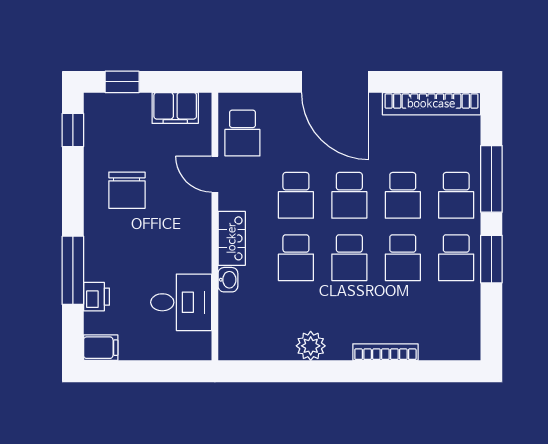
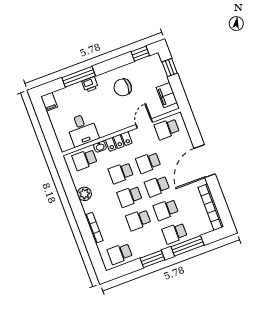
school desk: (456, 258) -> (120, 254), moved
printer: (97, 297) -> (90, 84), moved
school desk: (242, 320) -> (85, 160), added

